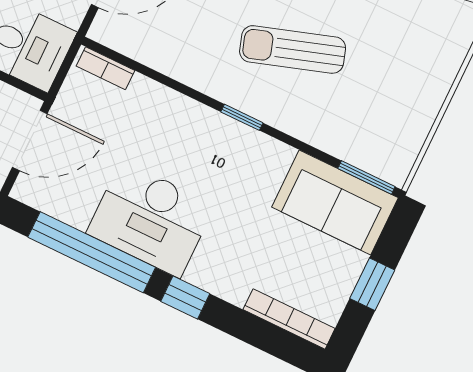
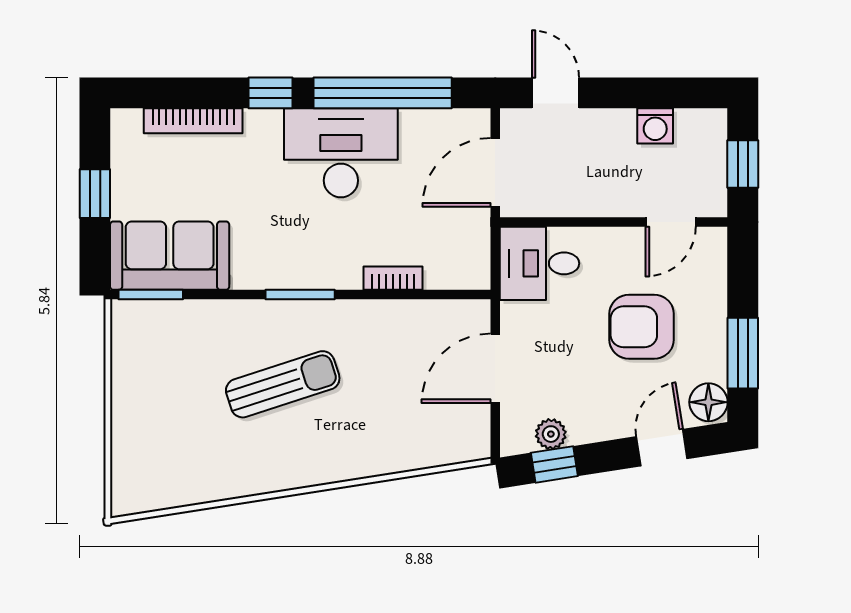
bookcase: (105, 68) -> (393, 278), moved
window: (242, 117) -> (300, 295), width x1.50
bookcase: (289, 319) -> (193, 121), moved

